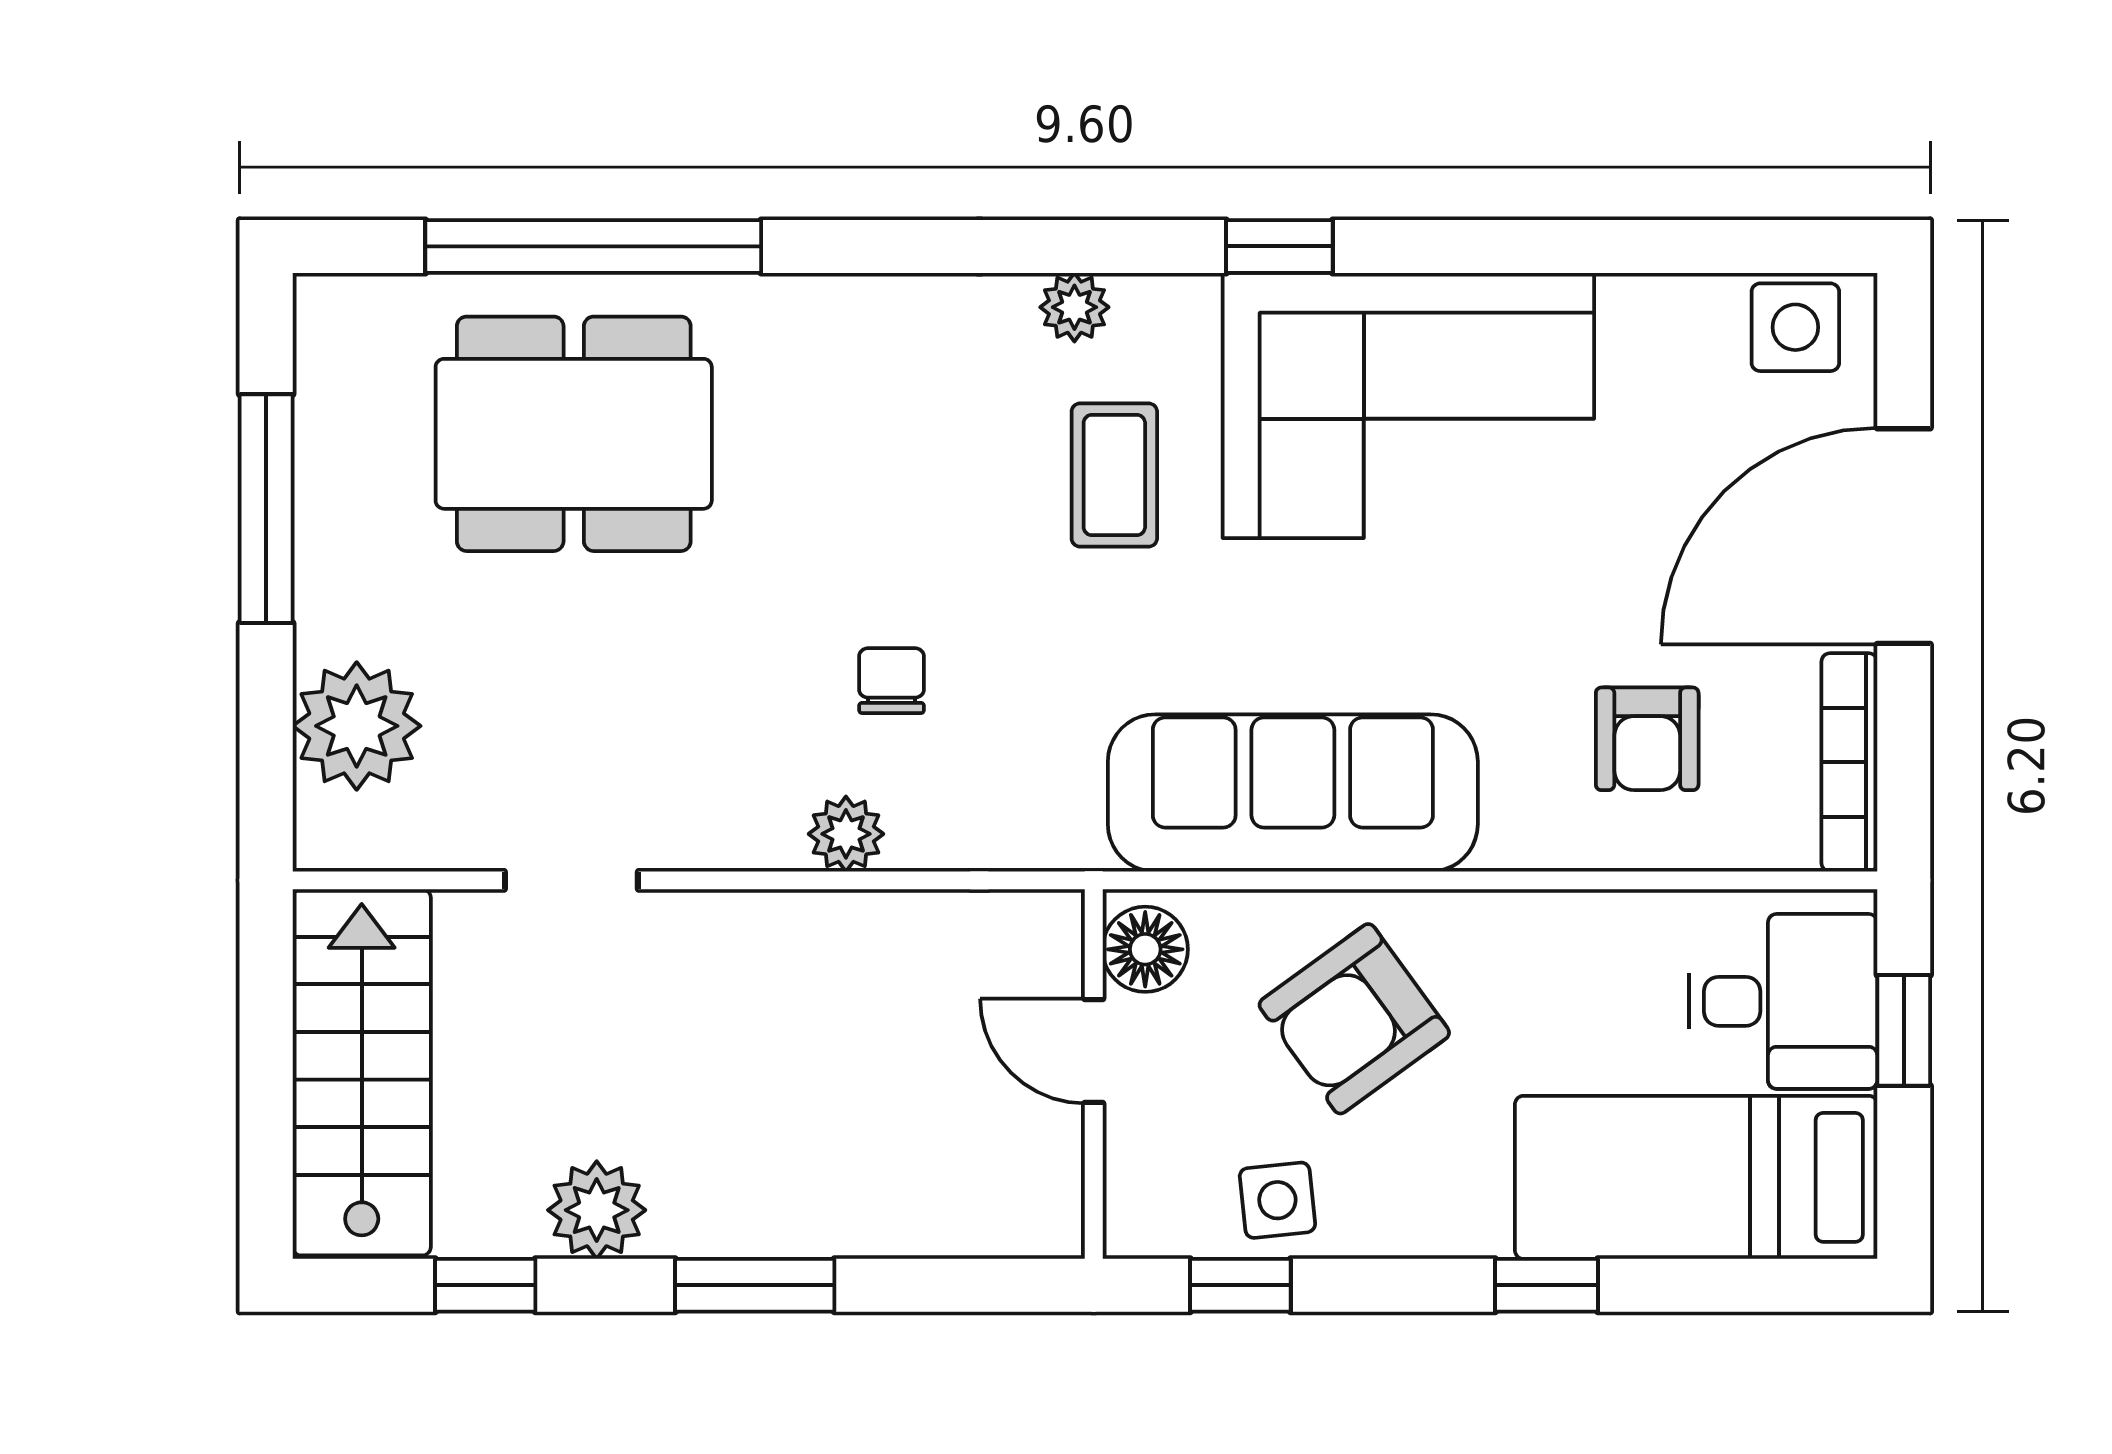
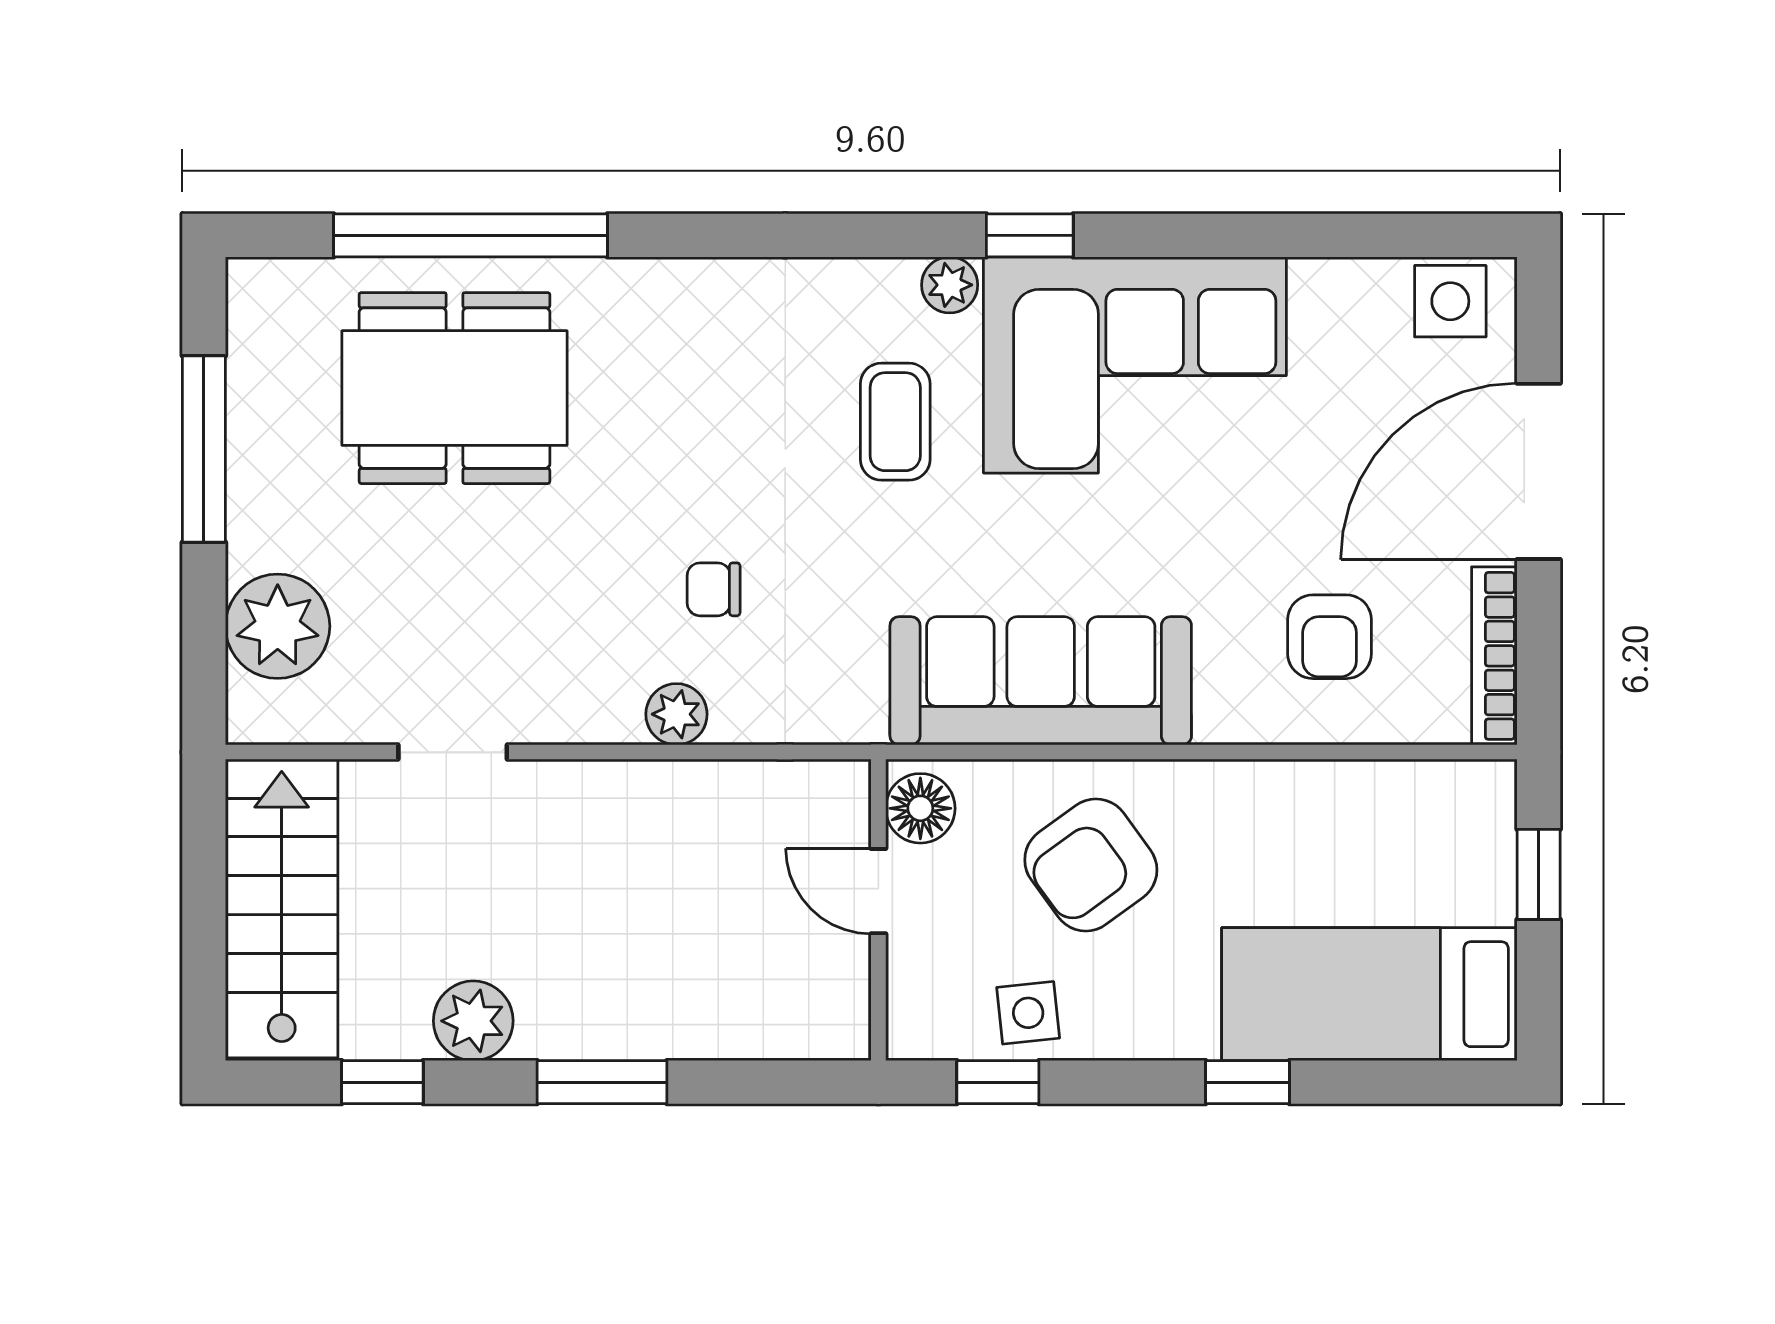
plant: (1074, 307) -> (950, 285), moved
chair: (891, 681) -> (714, 589), turned -90
desk: (1783, 1001) -> (1440, 851), removed

